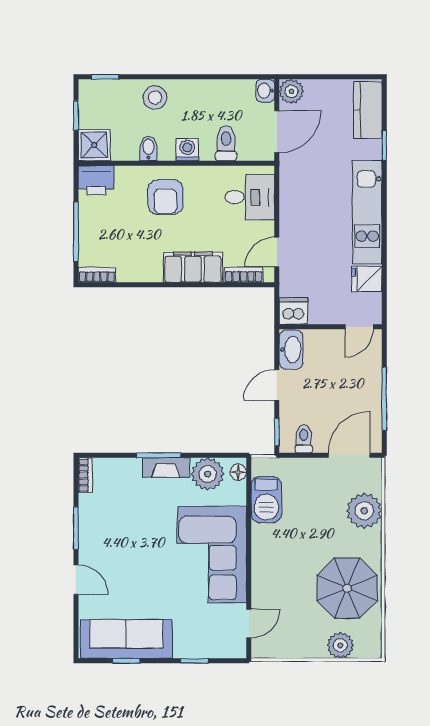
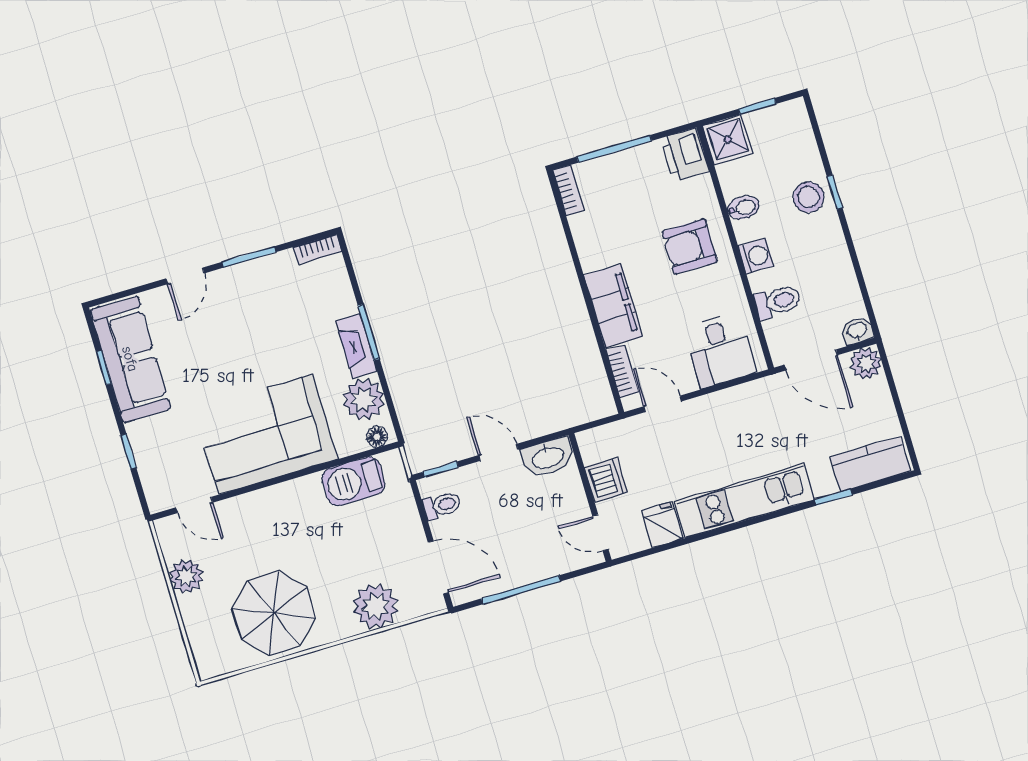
window: (105, 77) -> (835, 192), moved
dishwasher: (293, 311) -> (606, 480), moved
plant: (340, 645) -> (186, 576), moved

